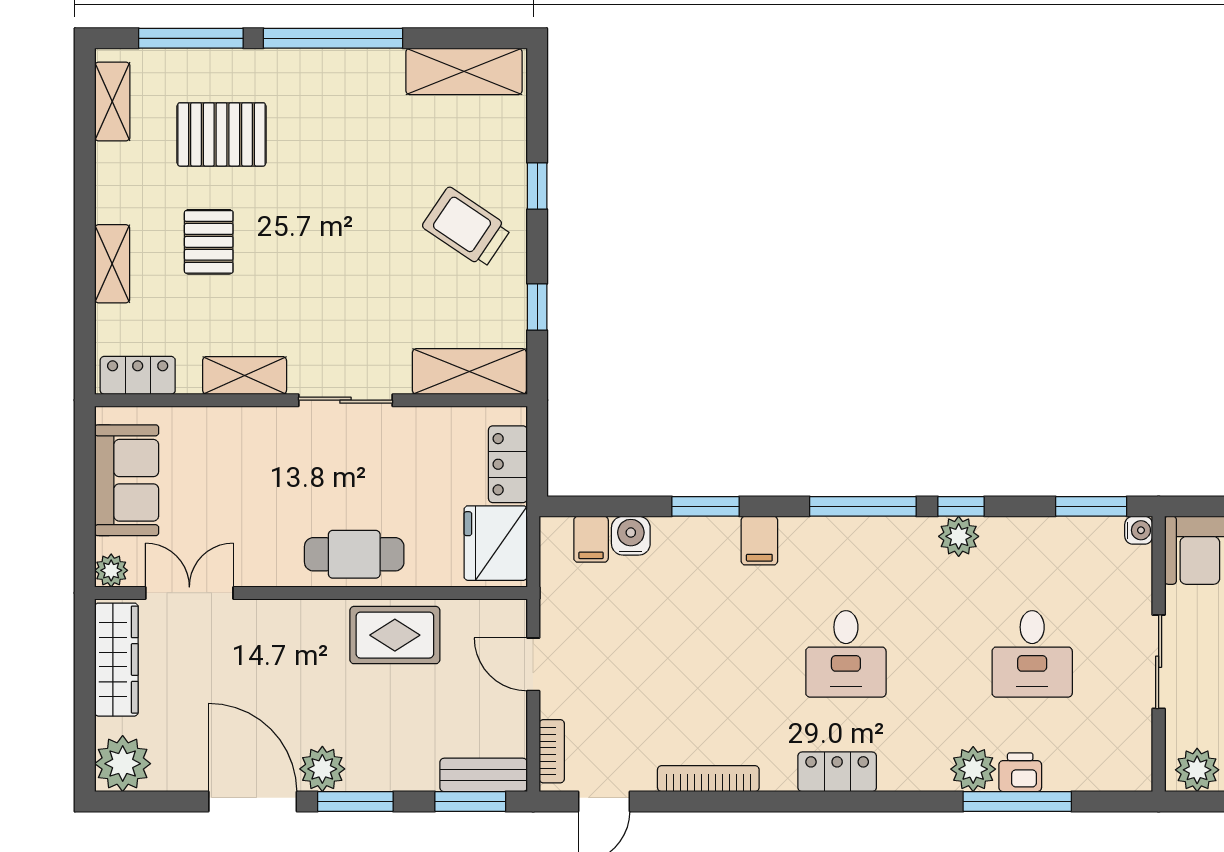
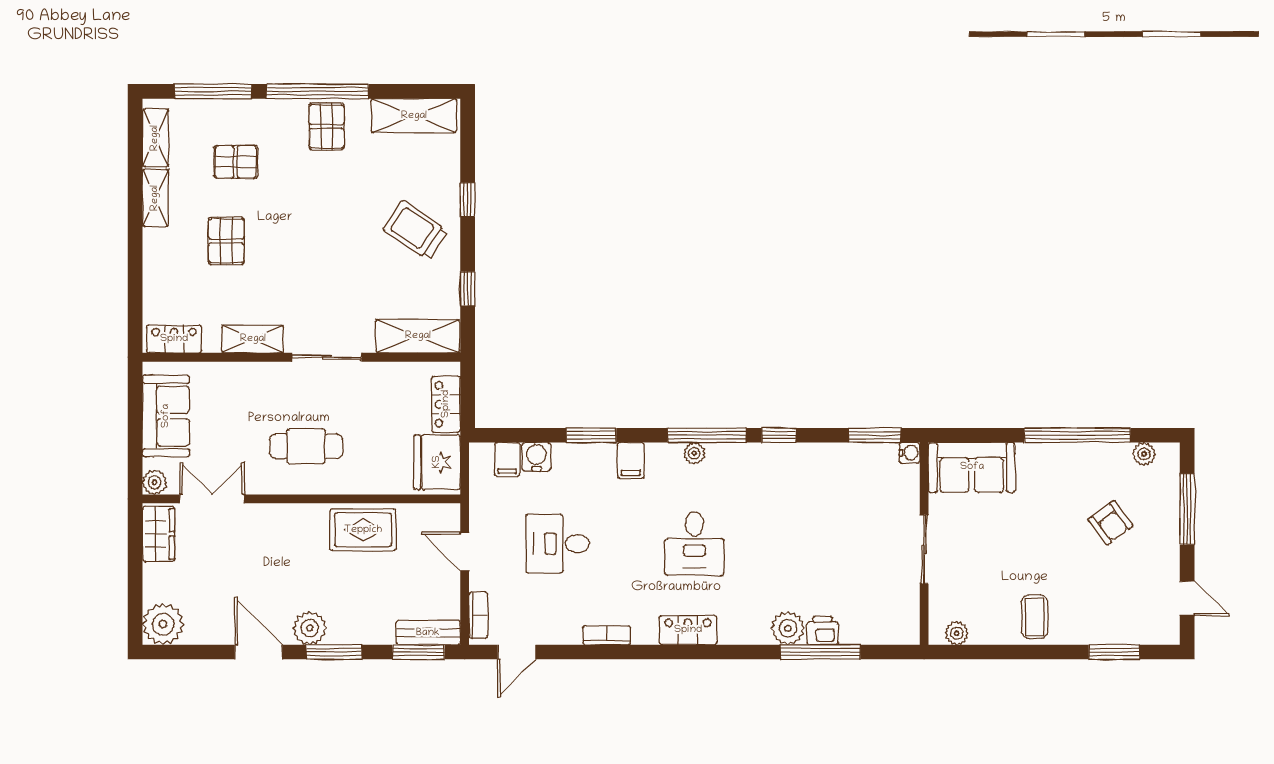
pallet: (345, 86) -> (327, 126), added
pallet: (222, 134) -> (236, 162), width x0.67, depth x0.71
shelving: (112, 264) -> (155, 198), moved
plant: (959, 536) -> (694, 453), moved, width x0.73, depth x0.73
cafe table: (354, 554) -> (306, 446), moved
desk: (1032, 654) -> (558, 544), moved, turned 90
wardrobe: (116, 660) -> (158, 534), width x0.67
plant: (1197, 770) -> (957, 633), width x0.73, depth x0.73
bookcase: (708, 779) -> (607, 635), width x0.64
door: (253, 801) -> (259, 652), width x0.73

